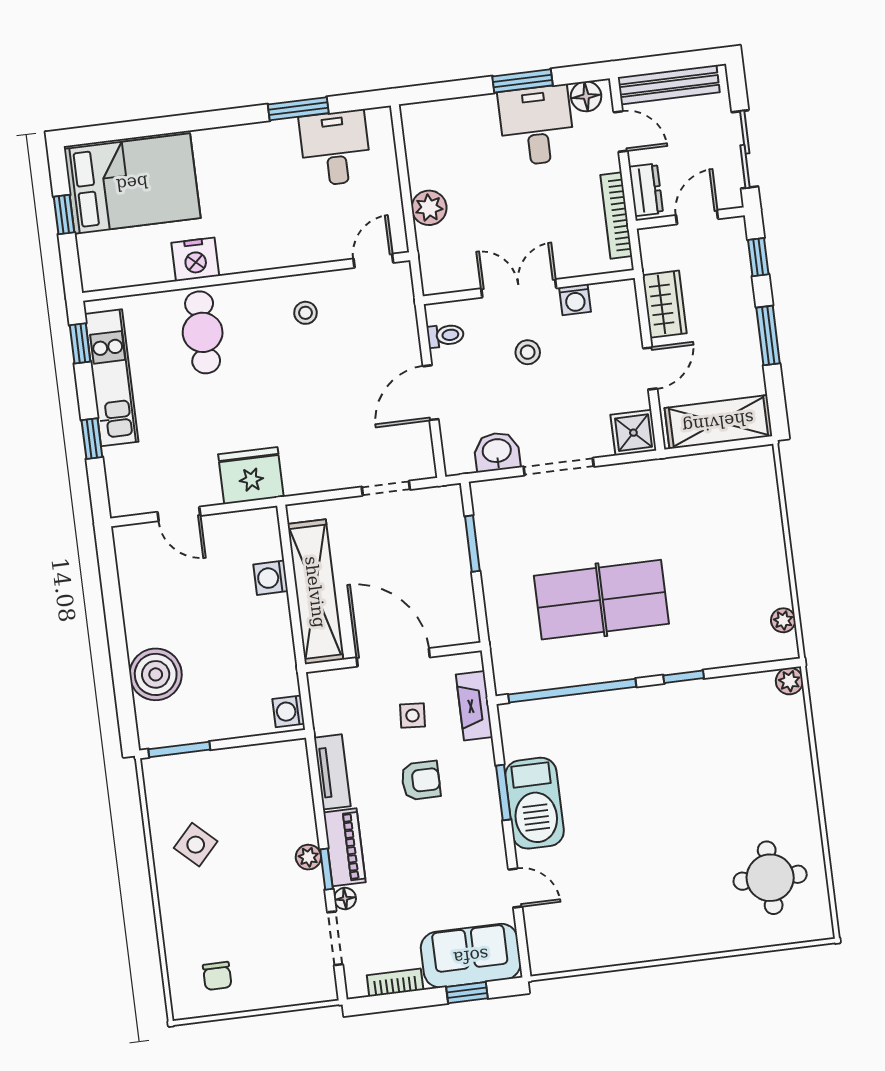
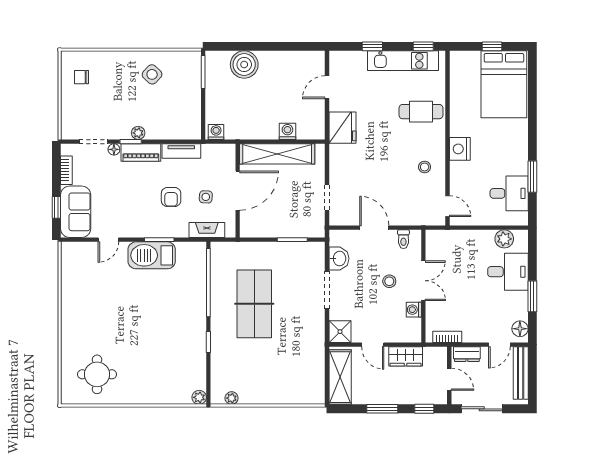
desk: (536, 125) -> (508, 272), moved
plant: (429, 208) -> (504, 239), moved
bookcase: (616, 216) -> (447, 337), width x0.64
nightstand: (195, 259) -> (460, 149), moved

